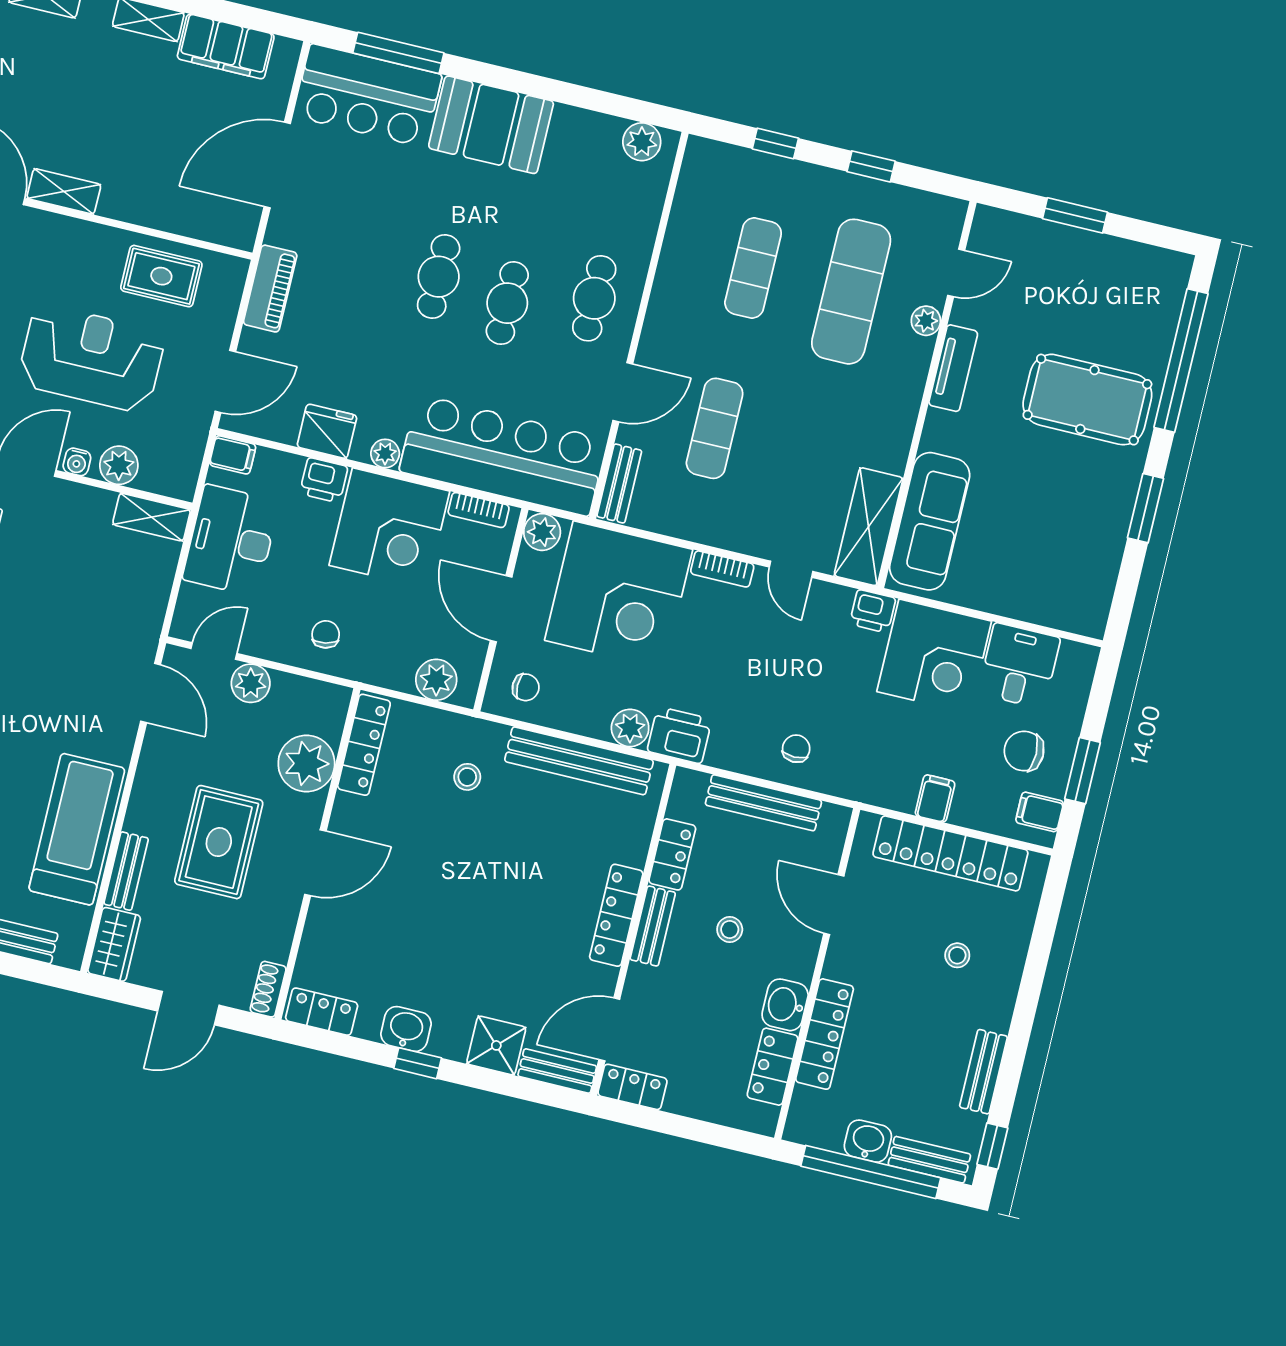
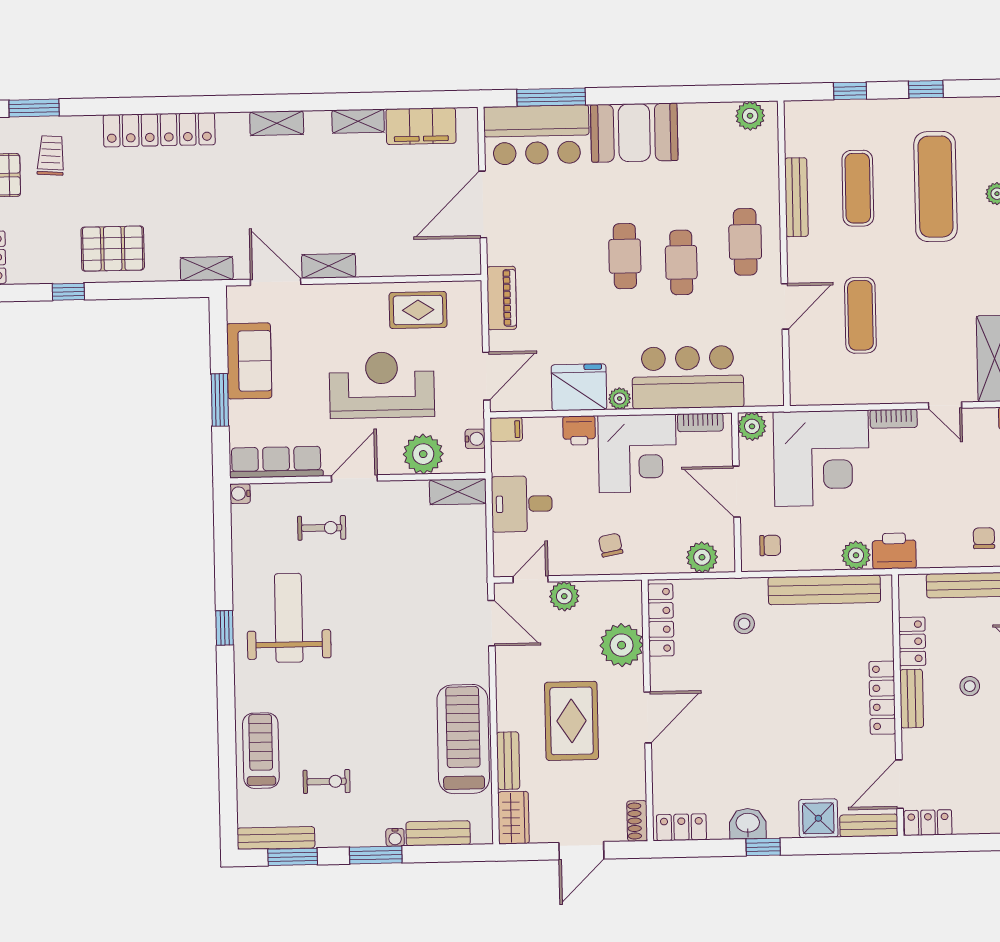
fridge: (327, 431) -> (579, 387), width x1.36, depth x1.34
bar counter: (503, 455) -> (688, 377), width x0.73
water cooler: (77, 462) -> (475, 439), moved, turned -90
plant: (119, 465) -> (423, 454), width x1.36, depth x1.36
bench: (619, 484) -> (796, 197), moved, width x1.36
desk: (231, 540) -> (522, 504), width x0.73

